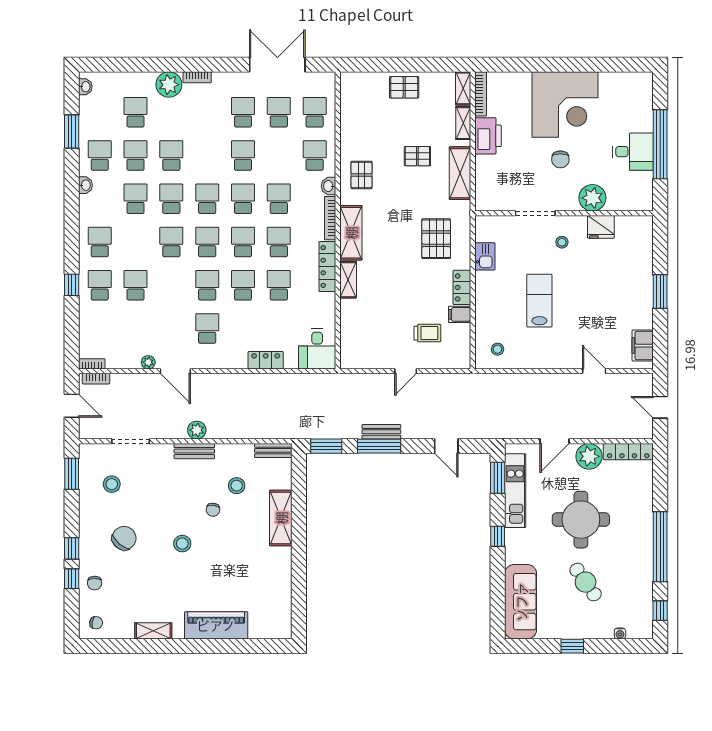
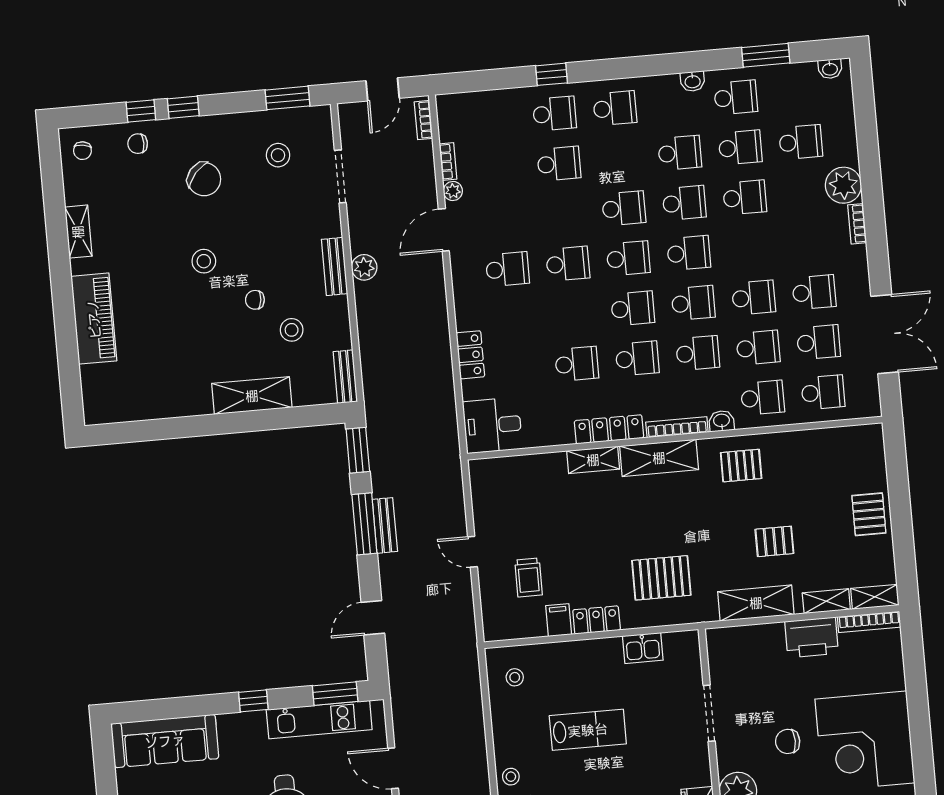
pallet: (417, 156) -> (774, 541), turned 90
stool: (562, 242) -> (511, 777), moved
school desk: (243, 285) -> (758, 348), moved
bookcase: (92, 364) -> (448, 161), moved

